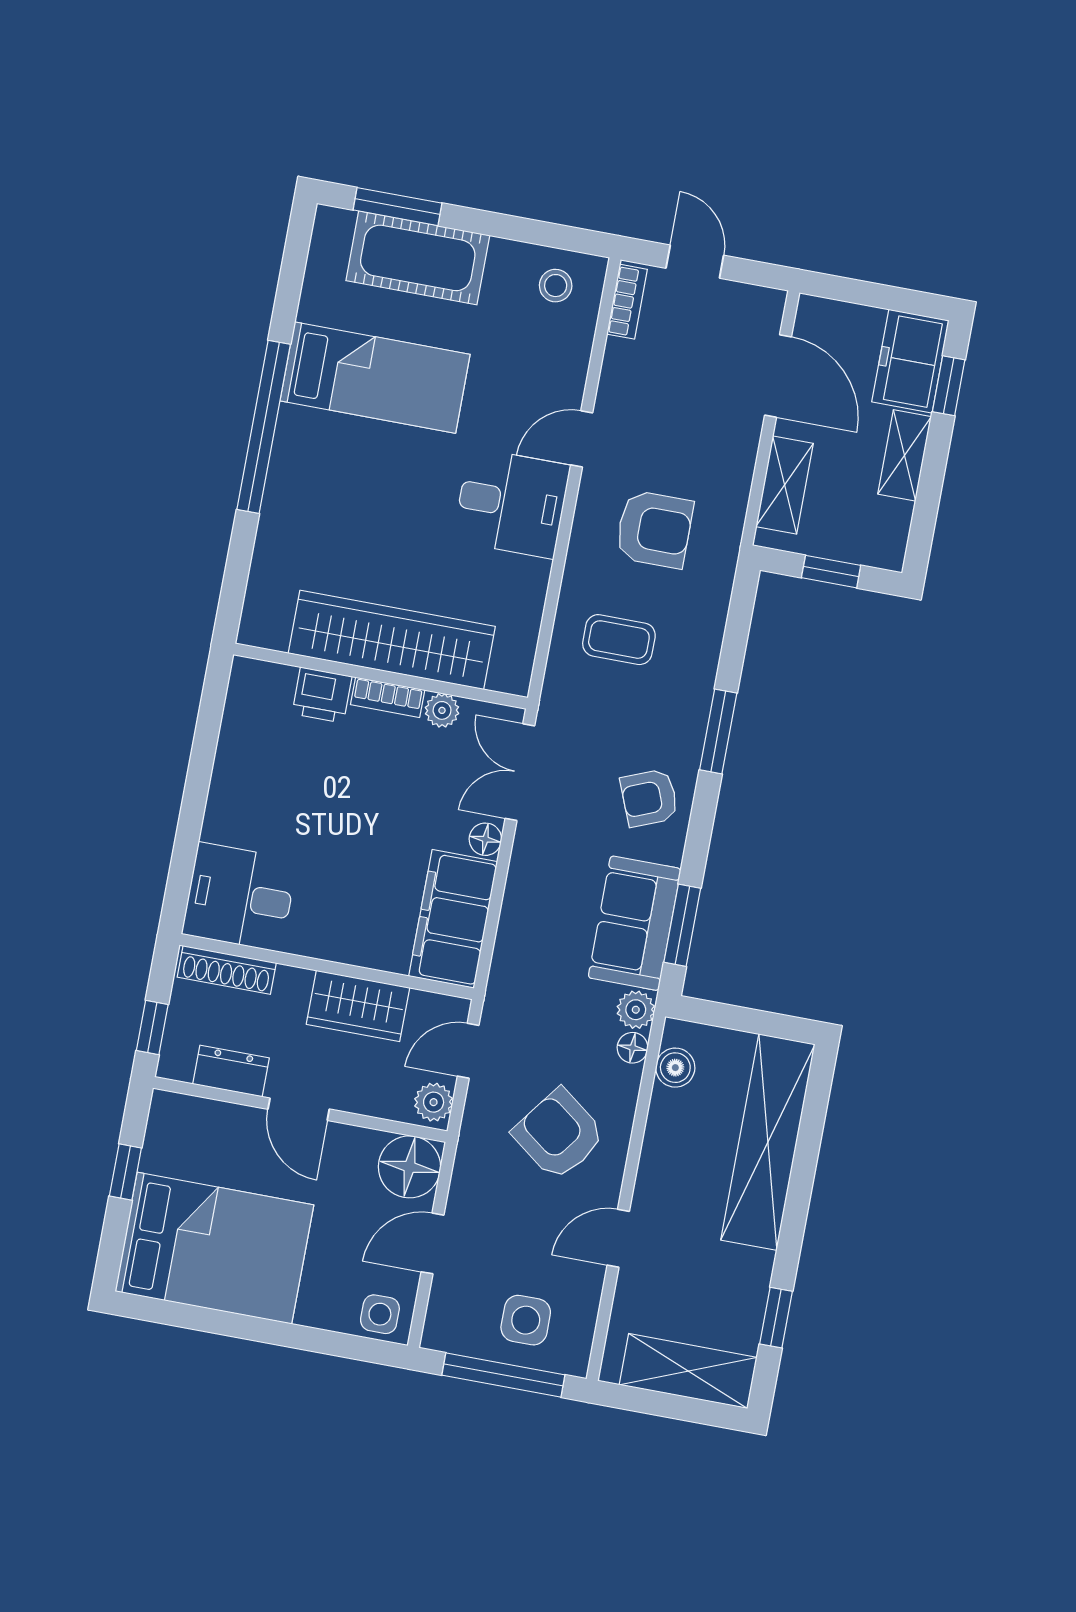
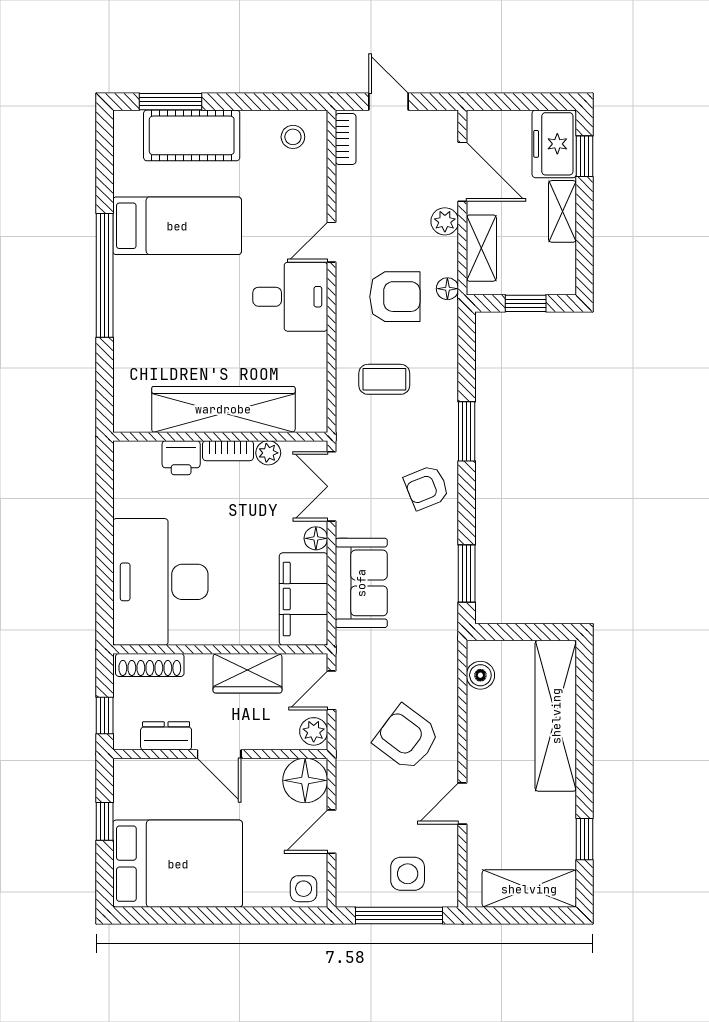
desk: (240, 897) -> (160, 582), width x1.87, depth x1.30
sofa: (635, 923) -> (361, 583), moved, turned 180
plant: (636, 1010) -> (445, 221), moved
floor lamp: (632, 1048) -> (447, 289), moved

